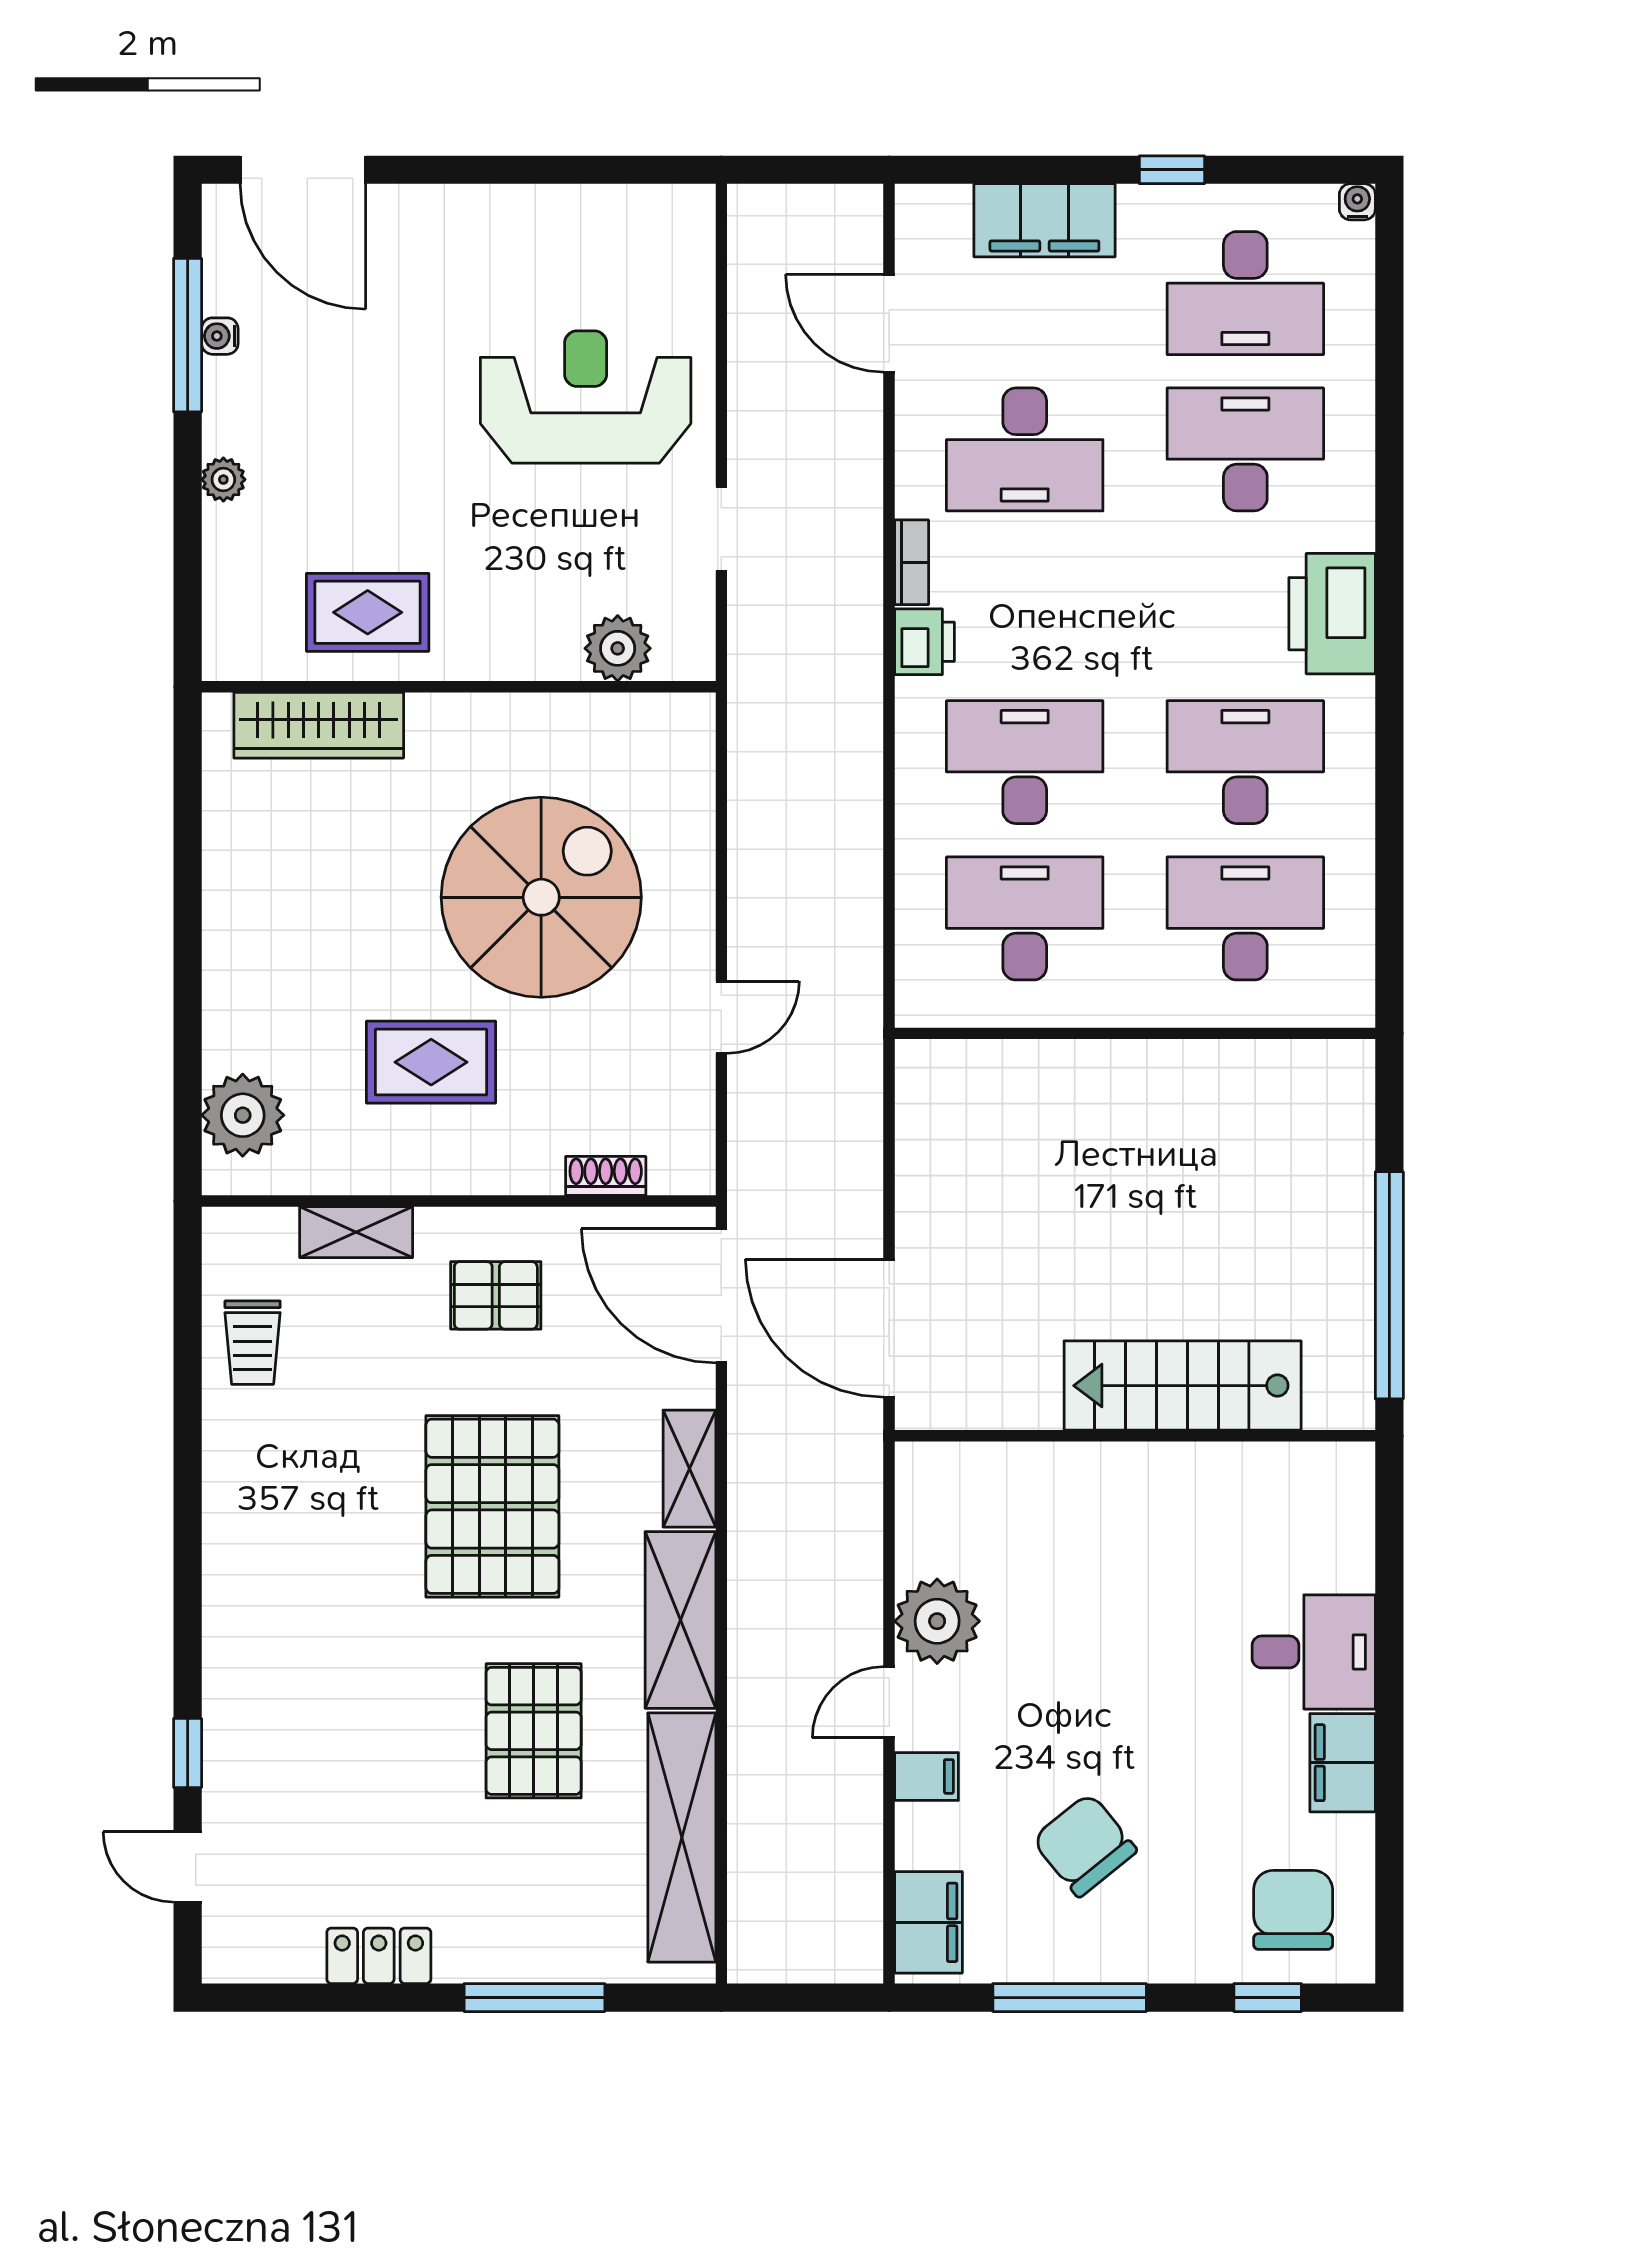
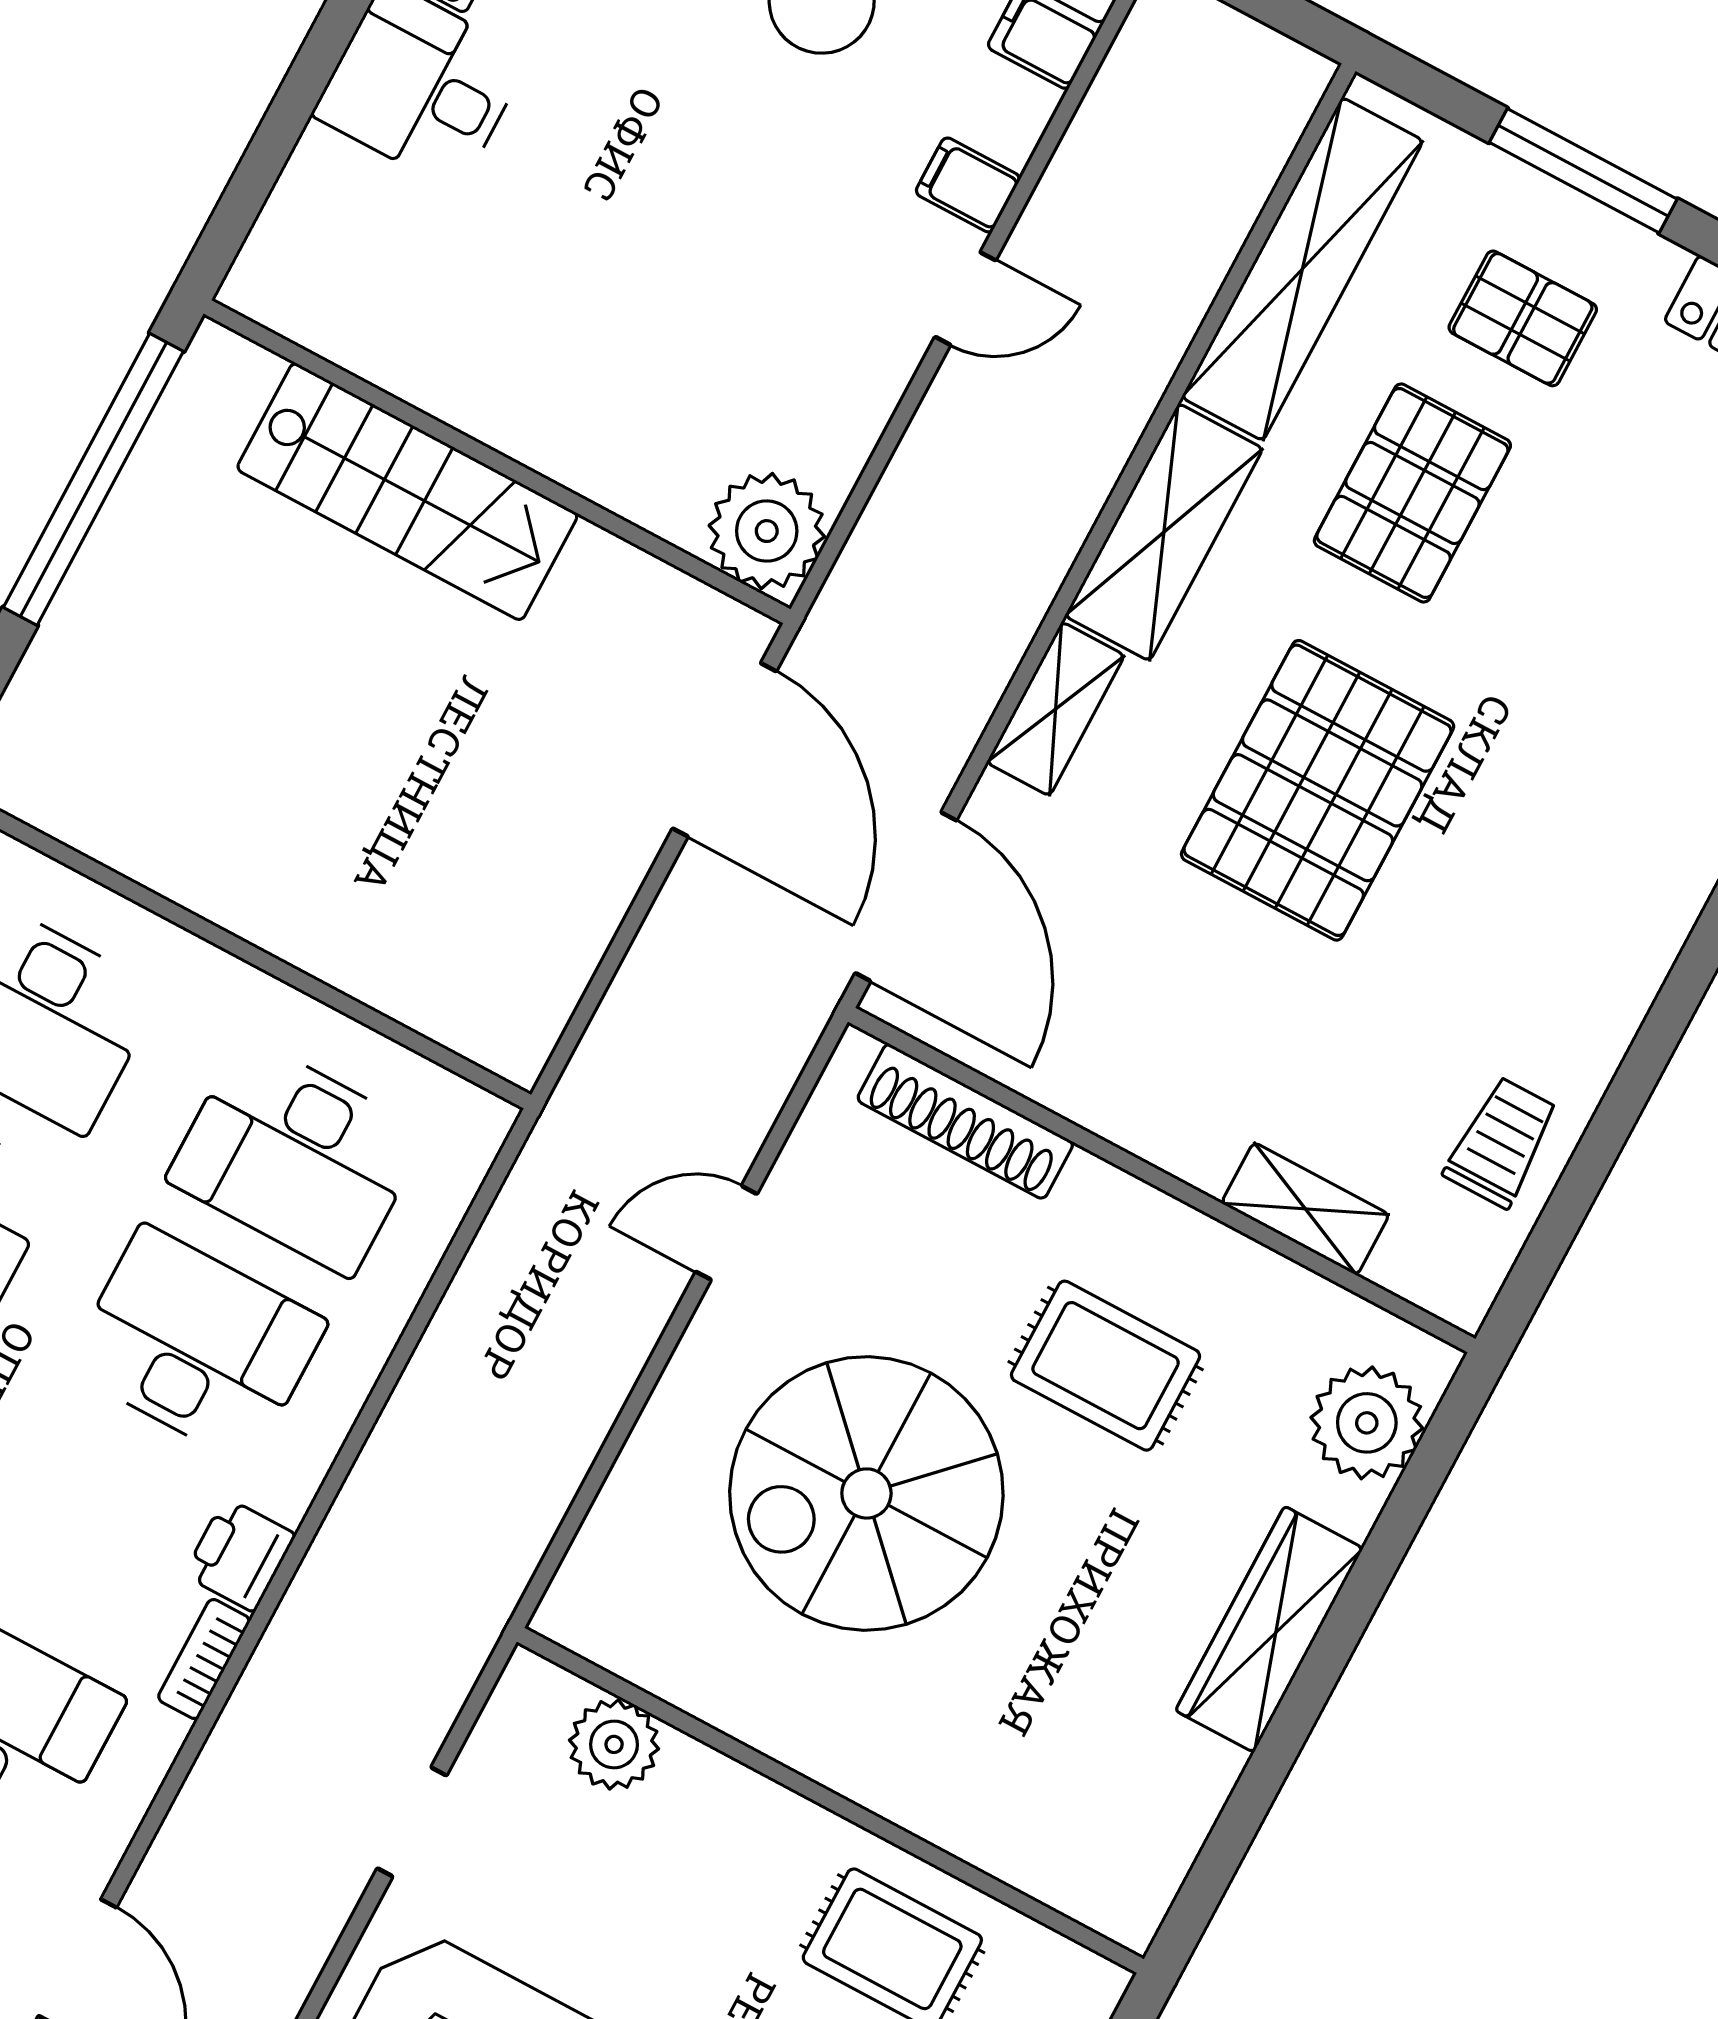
wardrobe: (319, 725) -> (1269, 1629), moved, turned -90
desk: (1025, 762) -> (196, 1345), turned 180
shoe rack: (606, 1176) -> (965, 1121), width x1.94, depth x1.24
pallet: (496, 1295) -> (1523, 318), moved
plant: (937, 1621) -> (767, 531), moved

